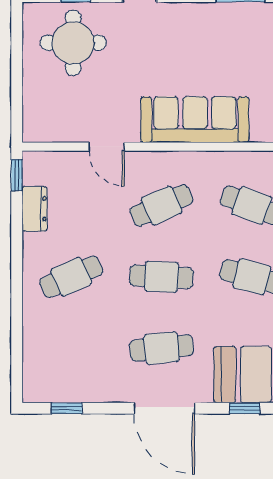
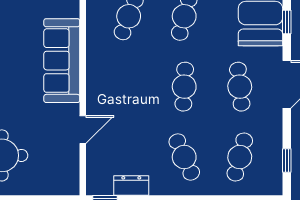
cafe table: (161, 206) -> (240, 157), moved, turned 39

